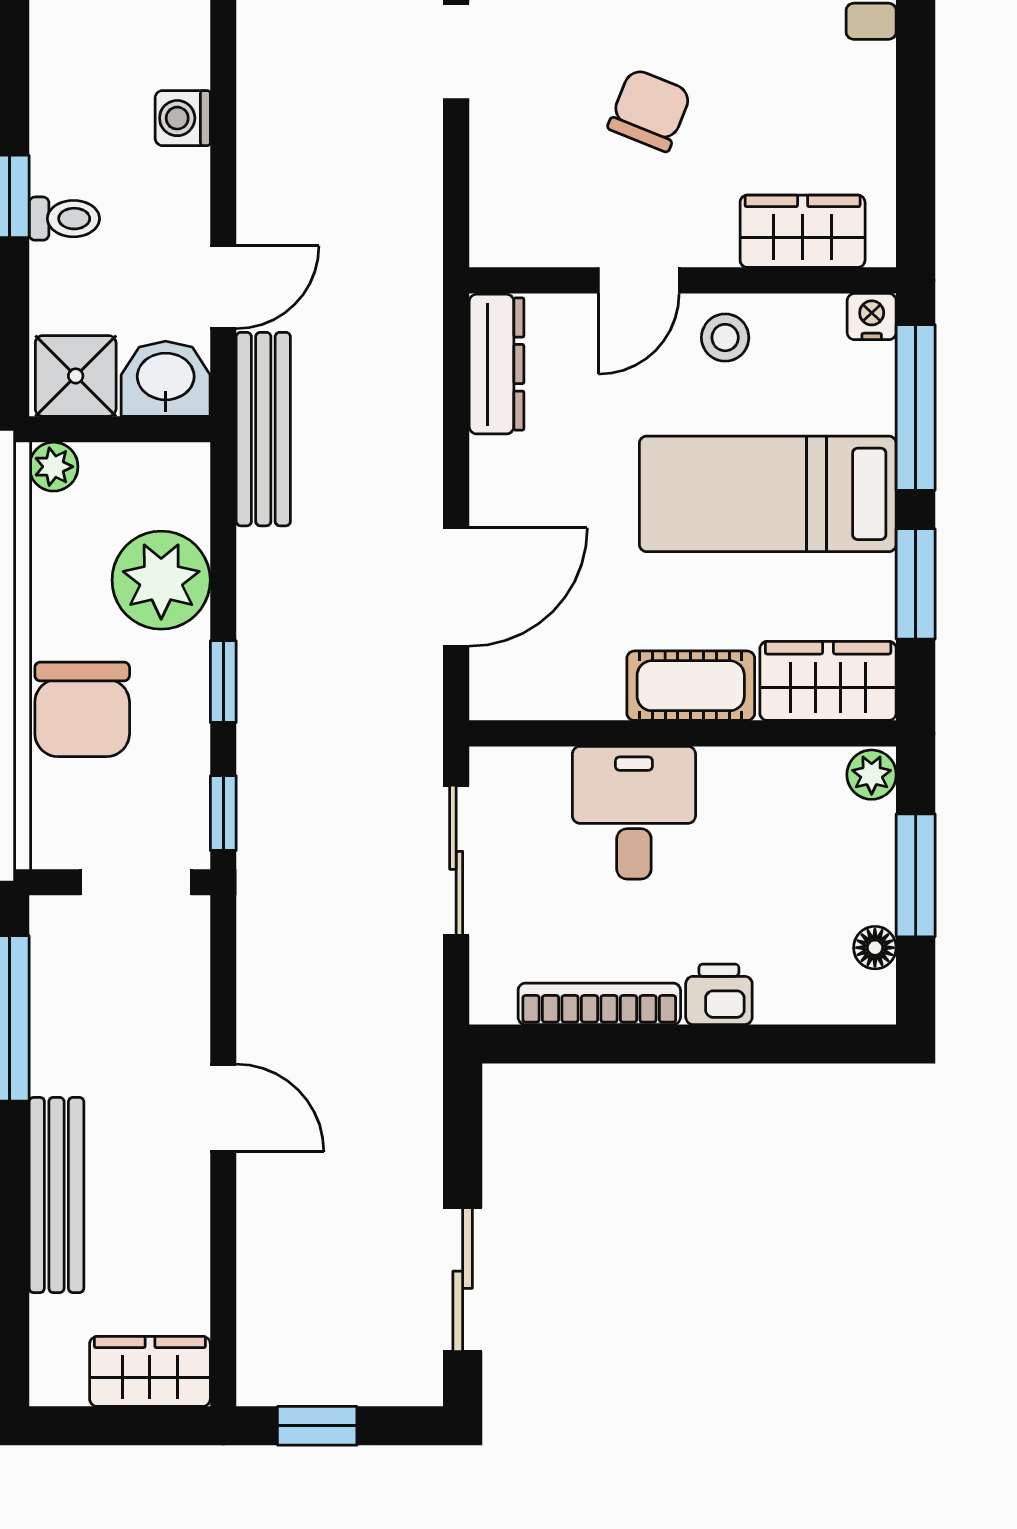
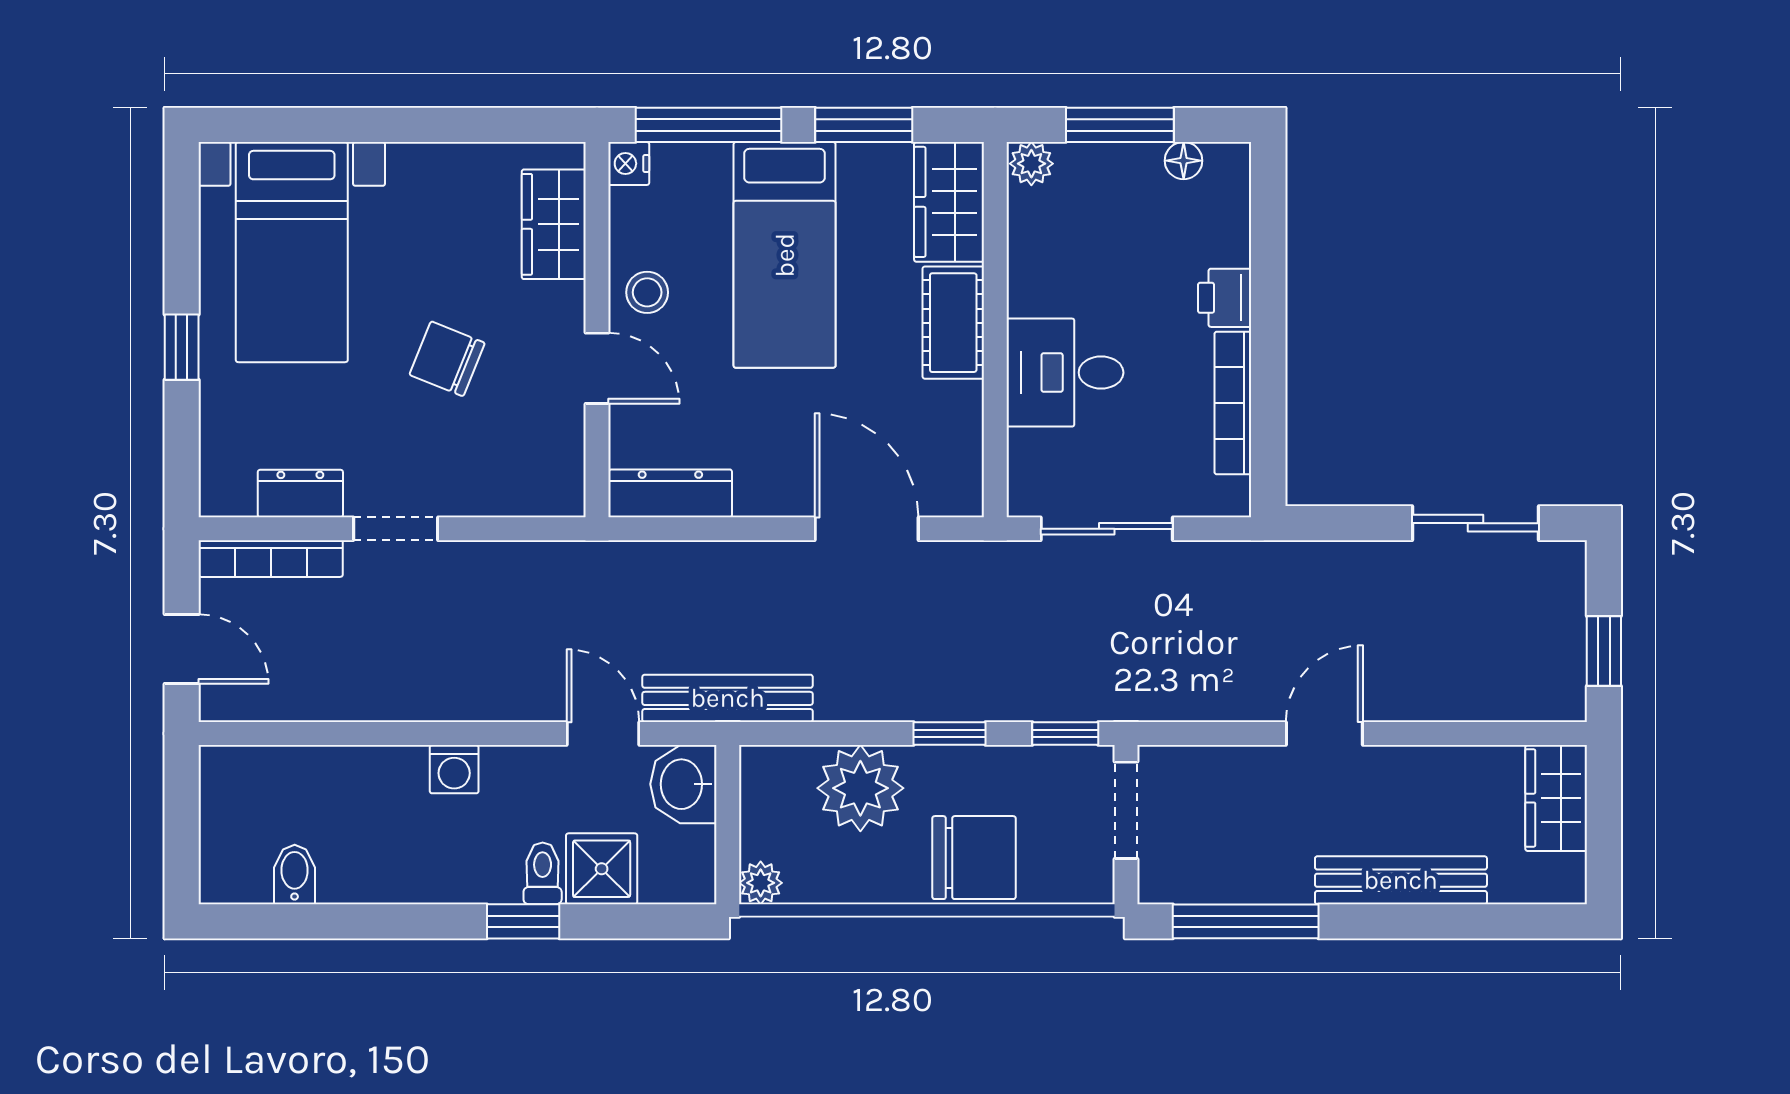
shower: (76, 376) -> (602, 869), moved

